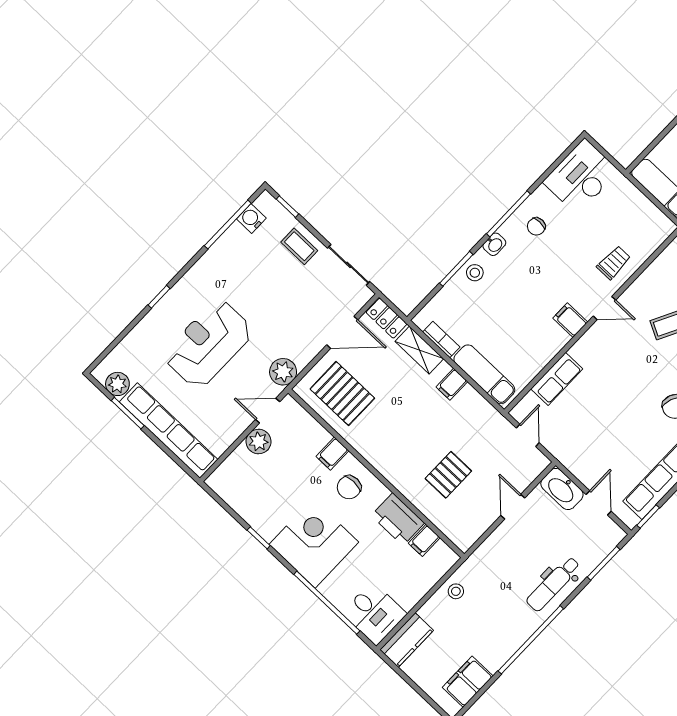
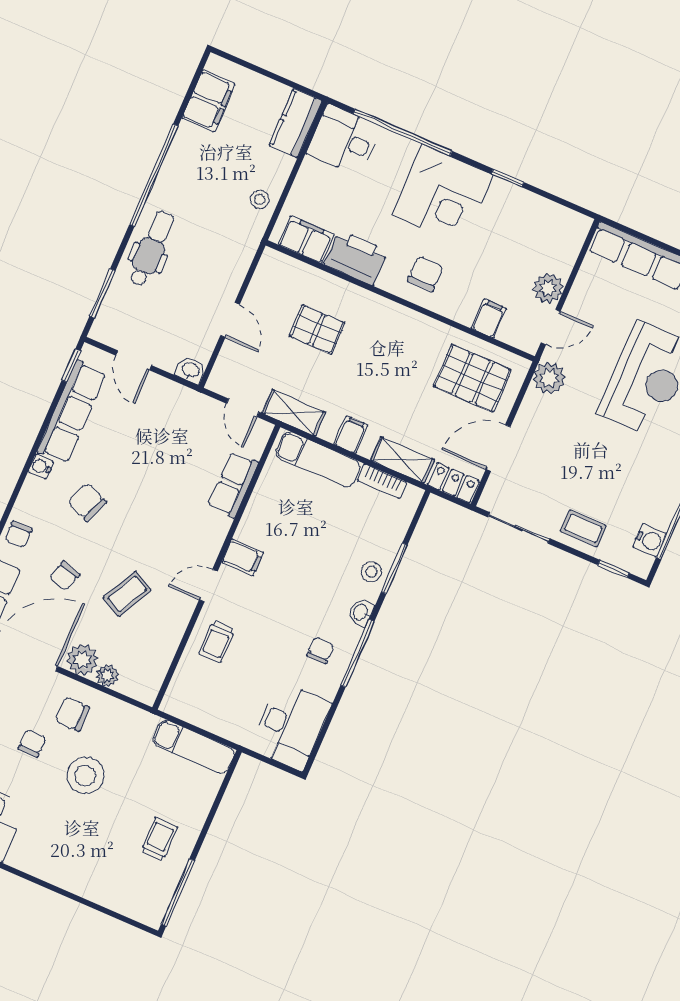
shelving: (490, 417) -> (294, 413), added
filing cabinet: (332, 454) -> (489, 318), moved
pallet: (448, 475) -> (317, 329), turned 90
washbasin: (562, 489) -> (191, 370), width x0.52, depth x0.69
filing cabinet: (424, 540) -> (306, 240), width x2.00

